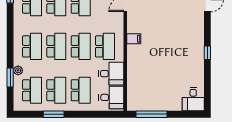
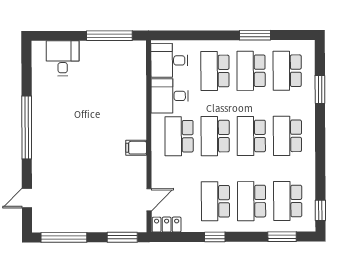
window: (207, 53) -> (27, 127), width x3.17
plant: (18, 70) -> (308, 100), removed
desk: (193, 99) -> (63, 58), moved

